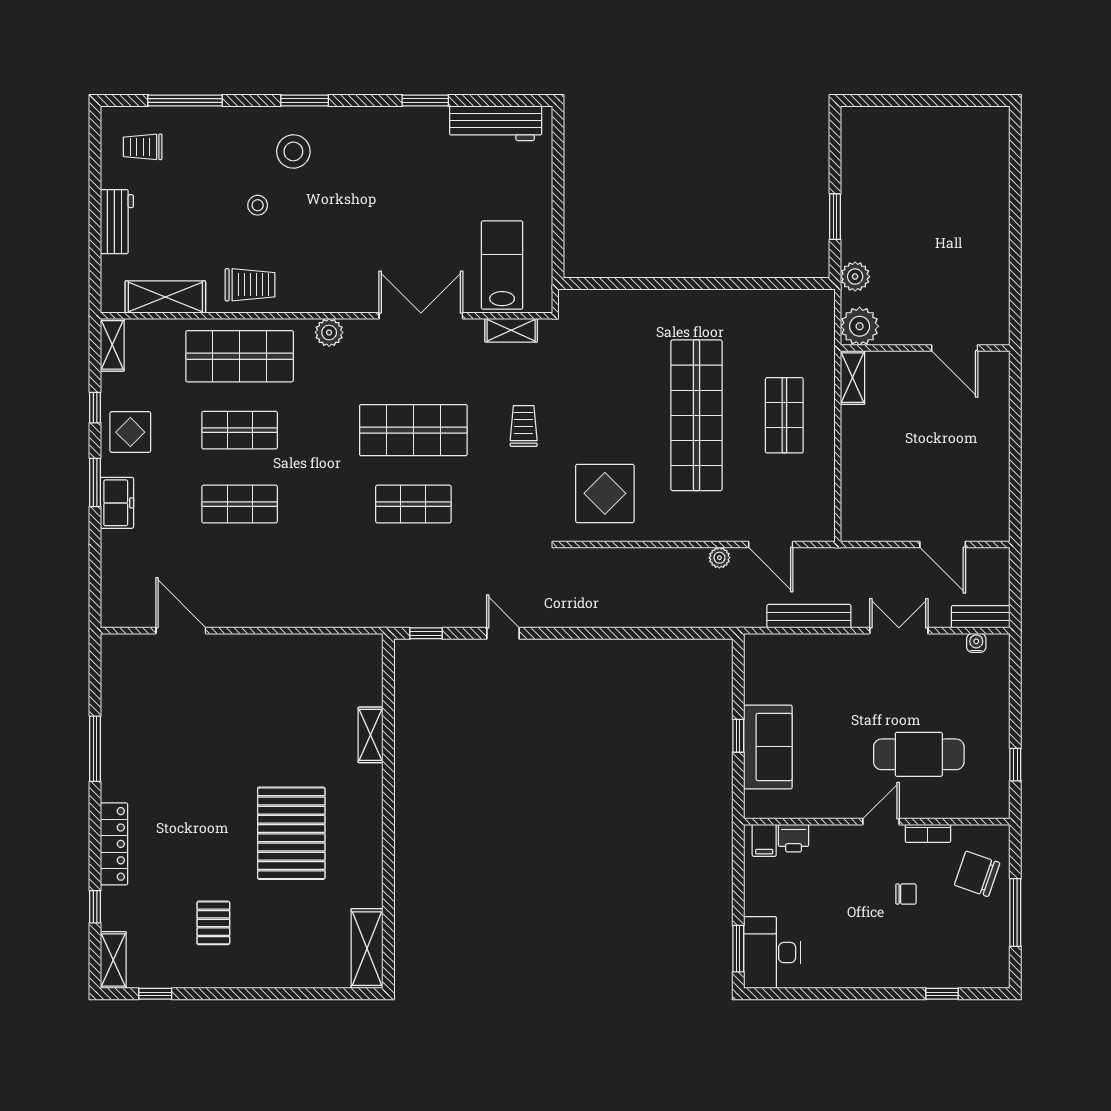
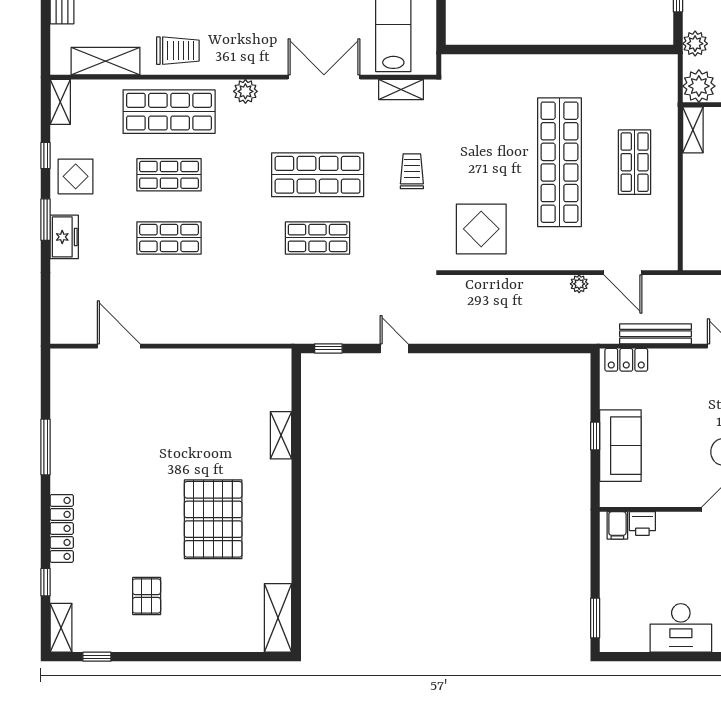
locker: (775, 647) -> (626, 360), added
desk: (772, 953) -> (681, 628), moved, turned -90

